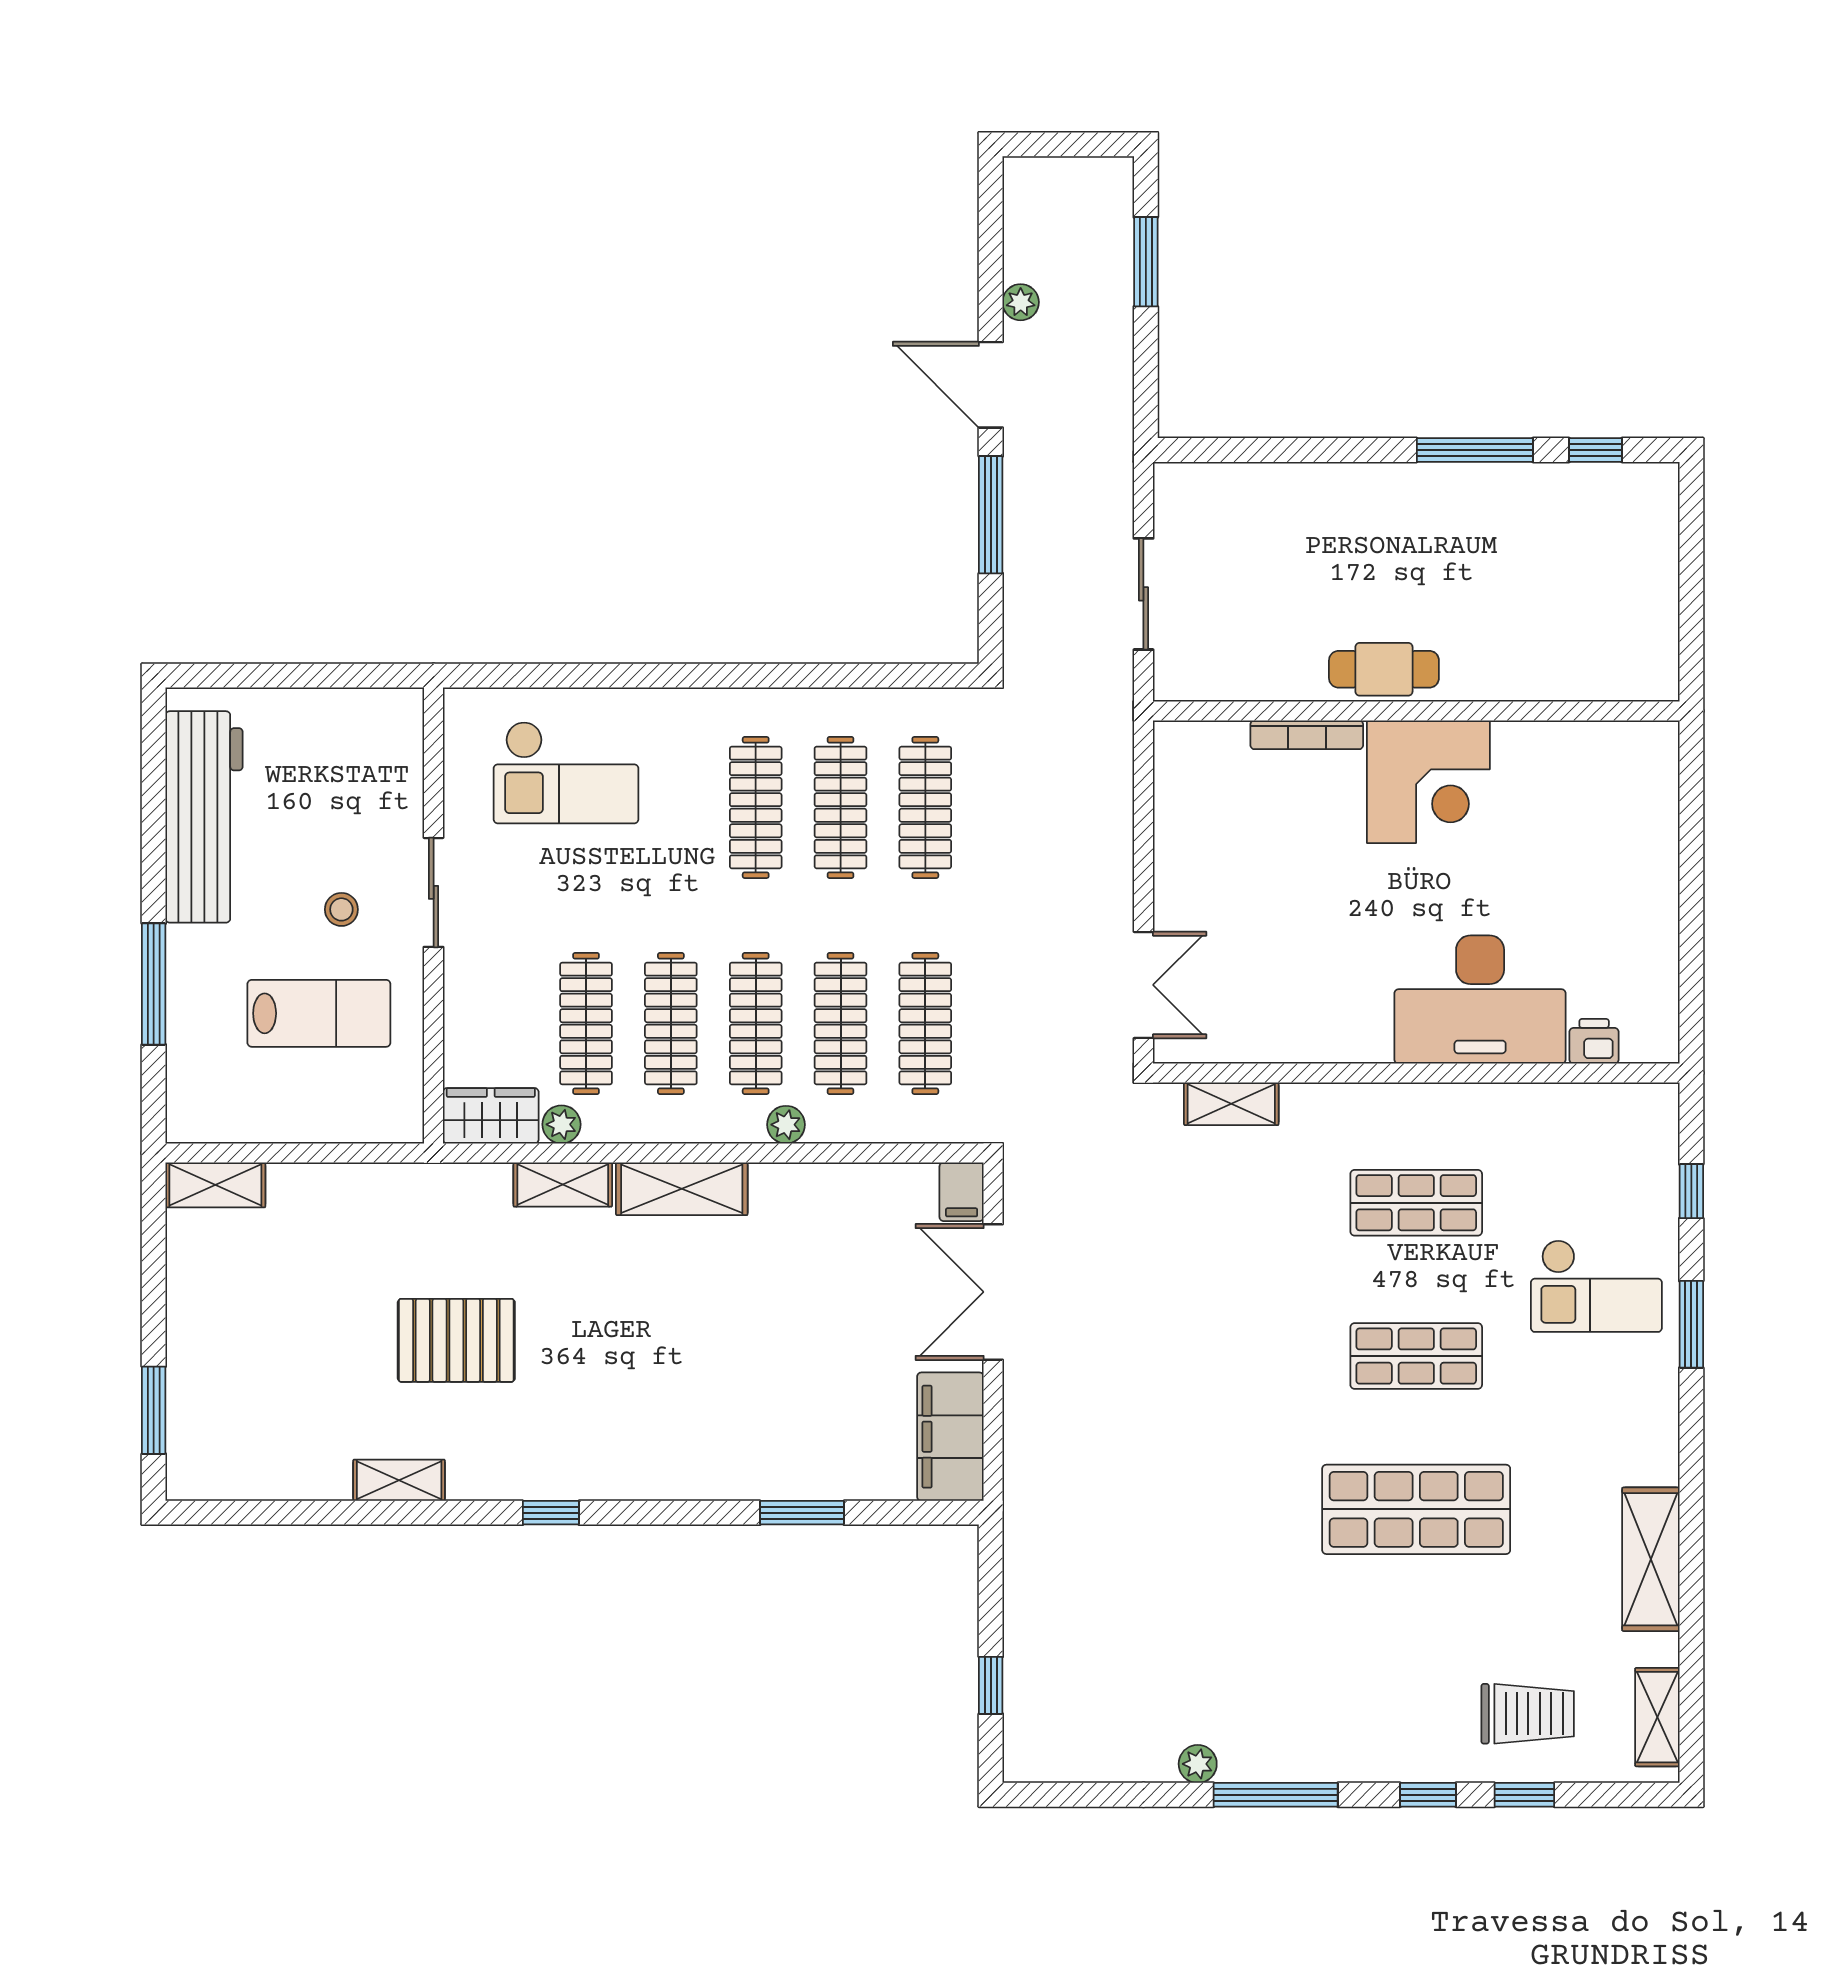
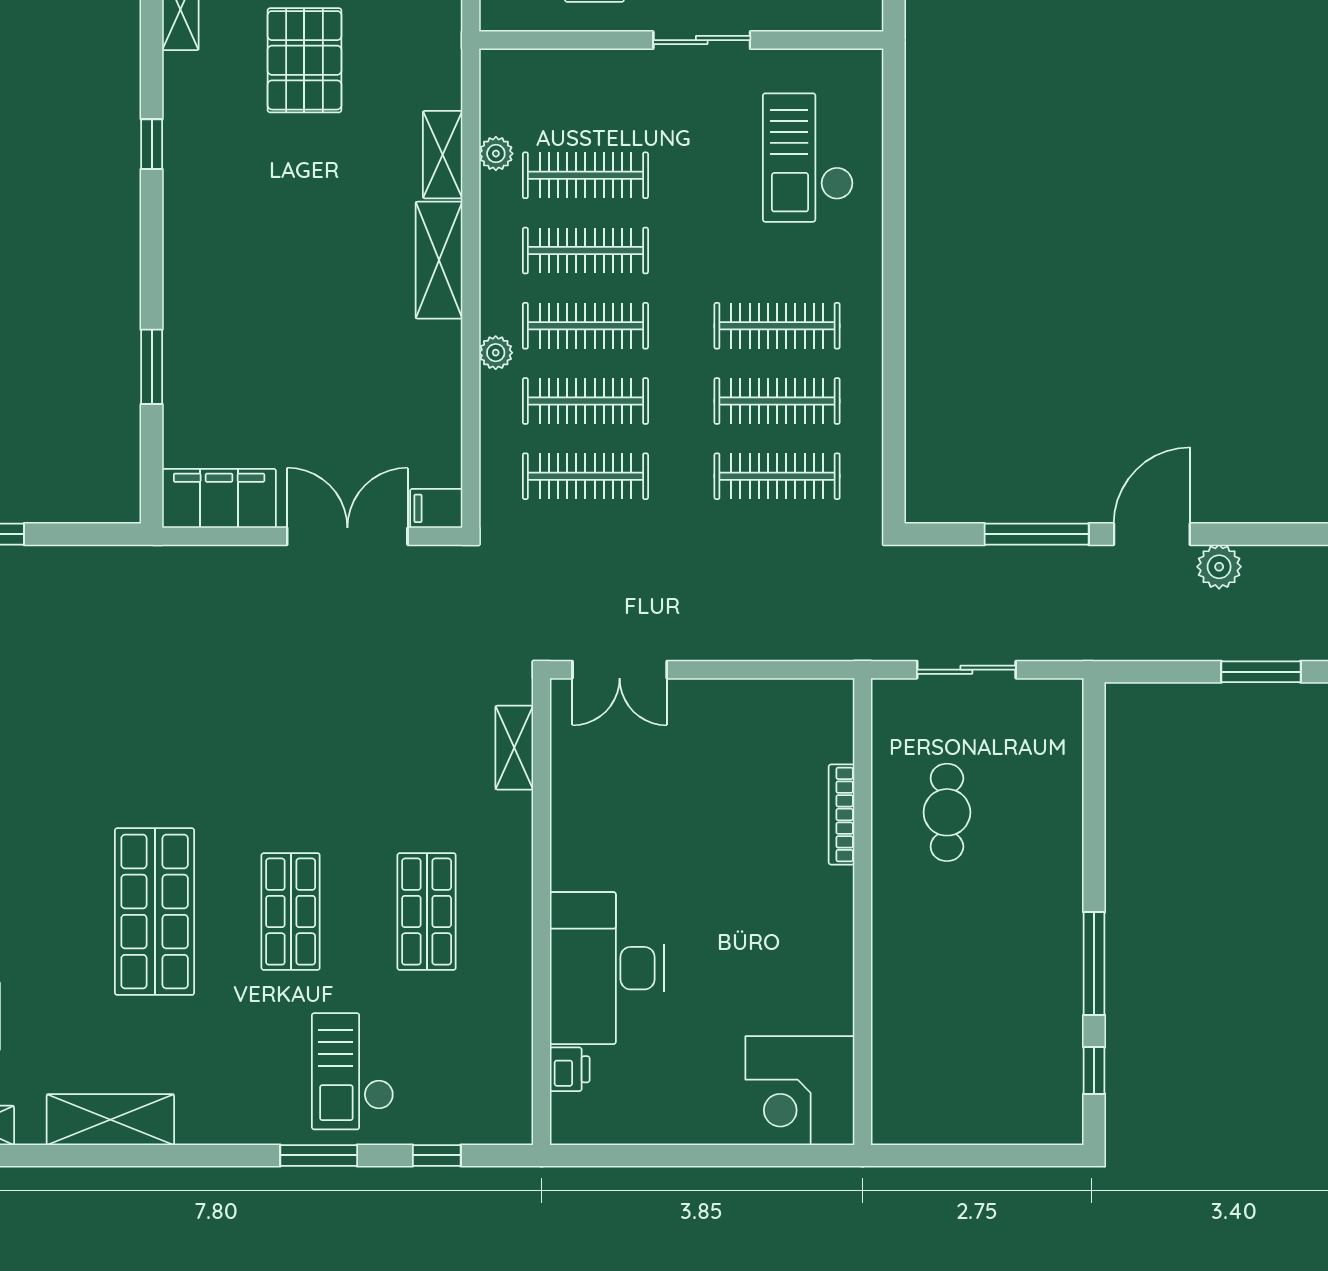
plant: (1021, 302) -> (1219, 567), width x1.38, depth x1.38
cafe table: (1384, 669) -> (947, 812), moved
corner desk: (1428, 782) -> (800, 1091), moved
wardrobe: (491, 1116) -> (504, 91), removed

